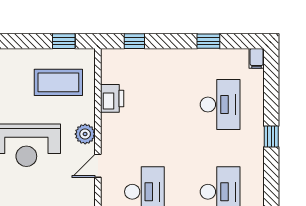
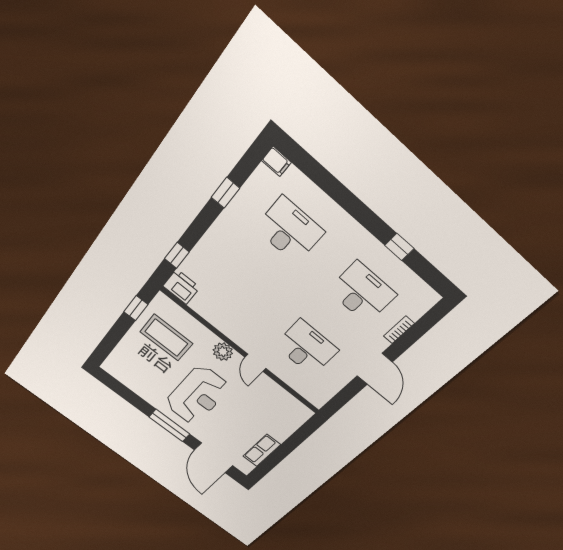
coffee table: (58, 82) -> (166, 338), turned 90
printer: (112, 98) -> (181, 287), moved
window: (271, 136) -> (399, 247), moved

